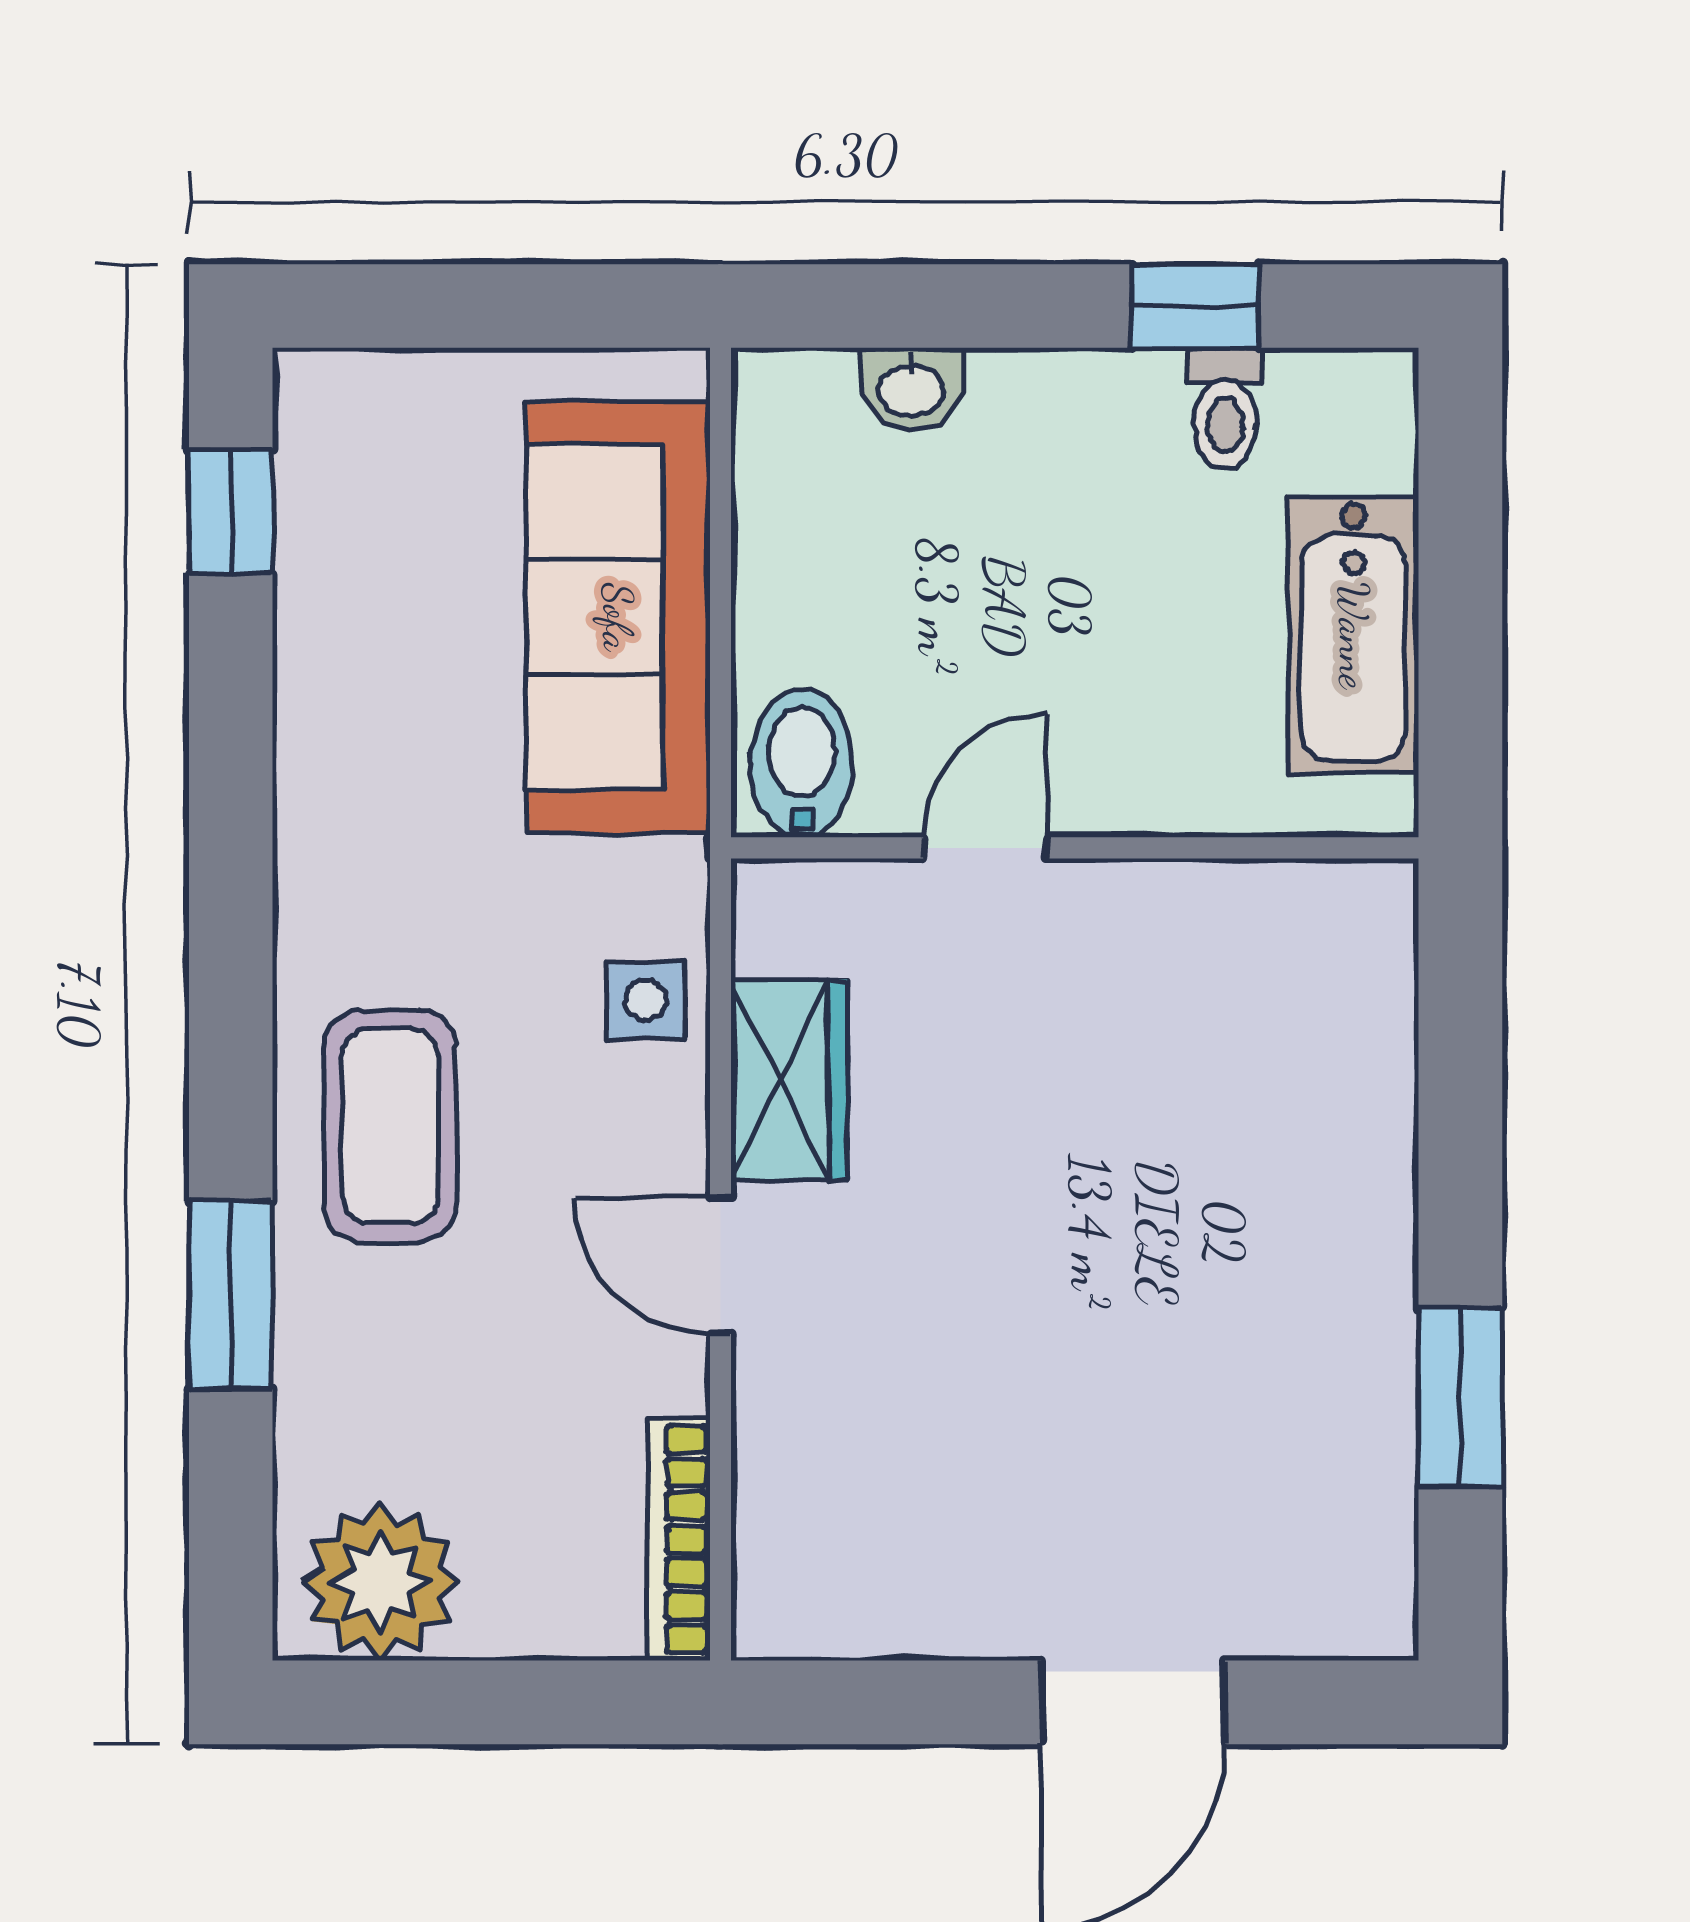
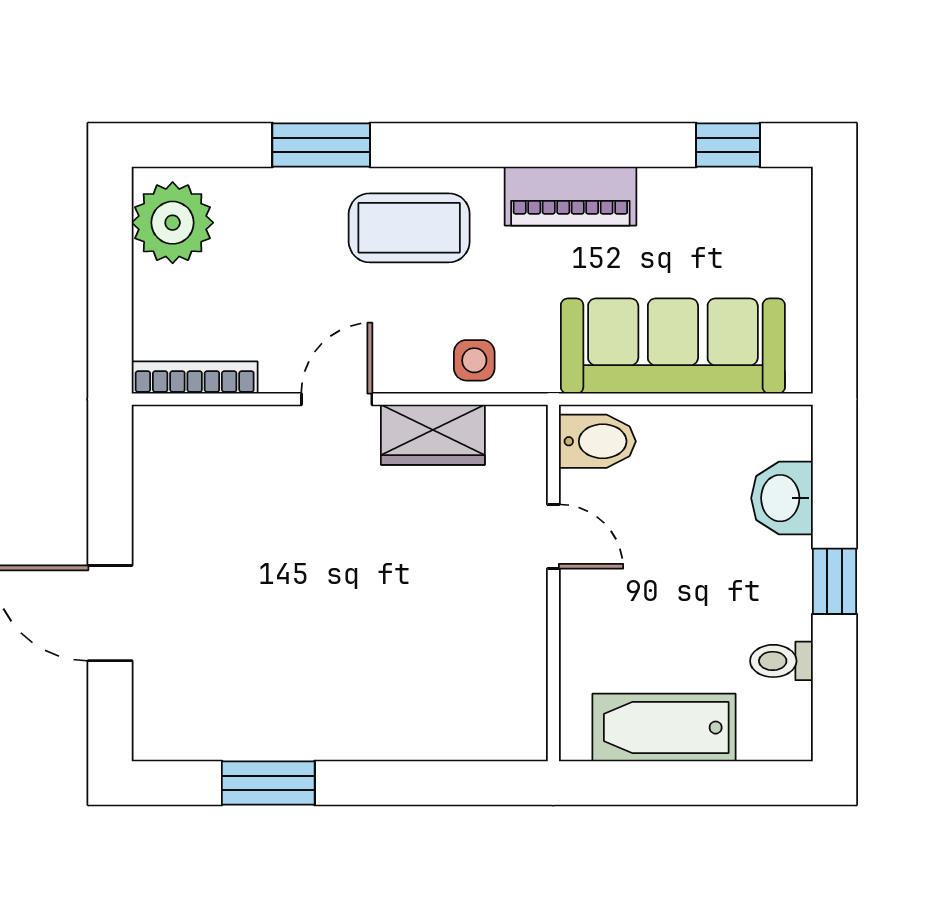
window: (1195, 306) -> (834, 581), moved
washbasin: (911, 389) -> (782, 498), width x1.38, depth x1.45
piano: (329, 815) -> (570, 196), added

